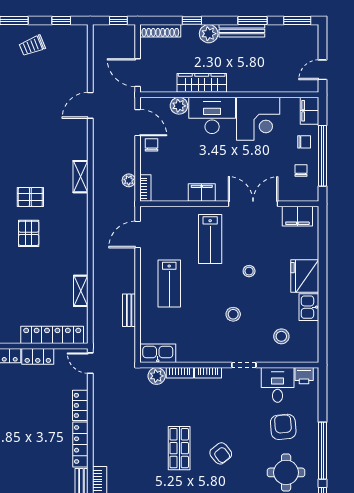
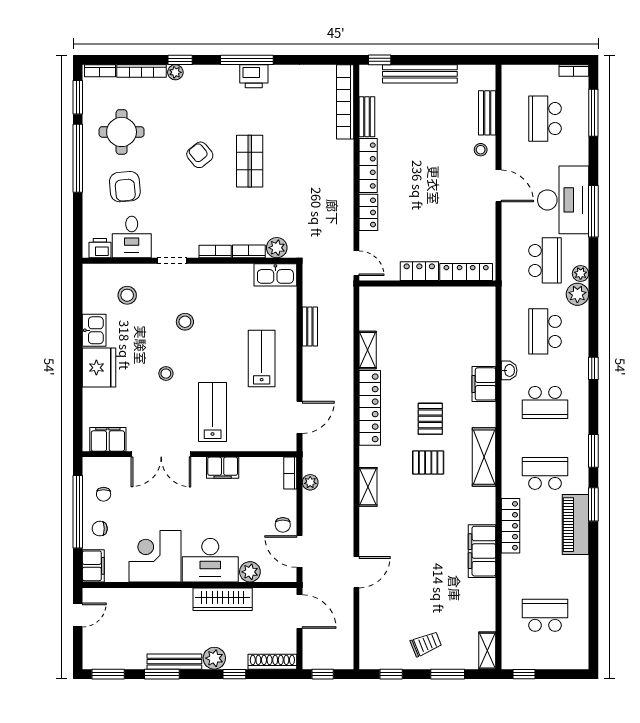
locker: (52, 335) -> (370, 408), moved, turned -90

